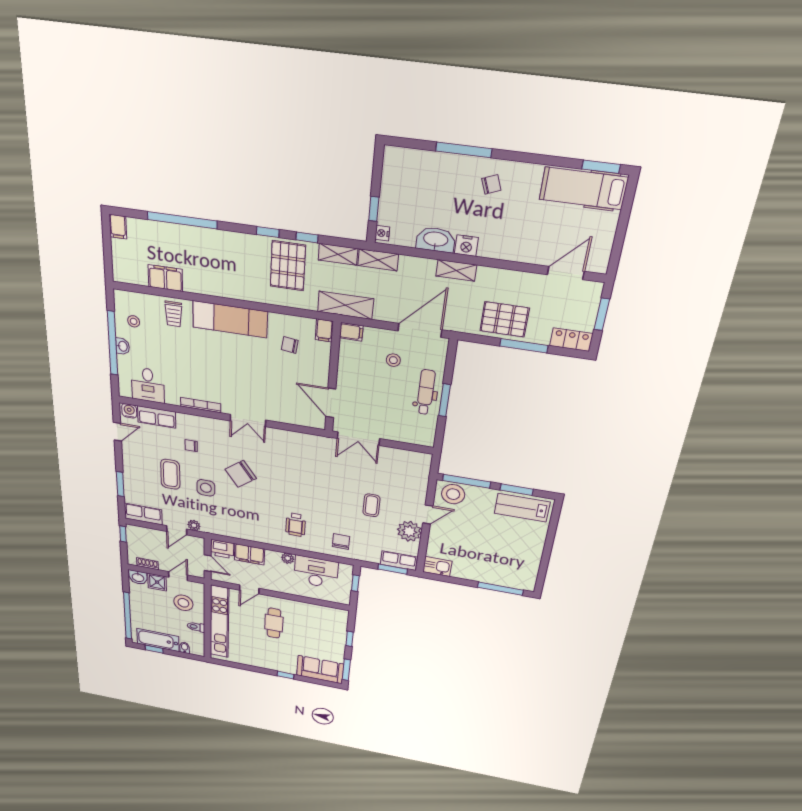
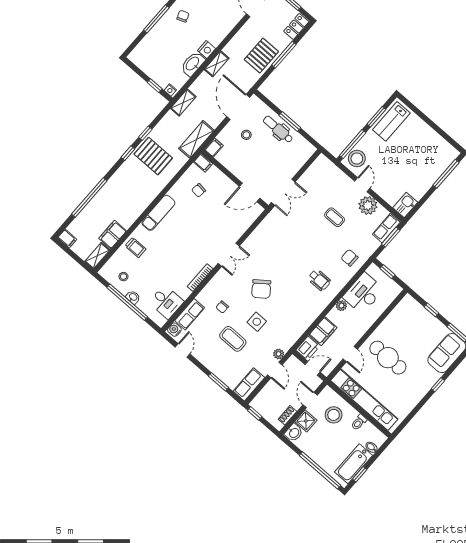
shelving: (338, 254) -> (97, 256), moved
exam couch: (230, 319) -> (158, 213), width x0.73, depth x0.69
cafe table: (274, 623) -> (388, 358), width x1.37, depth x1.35

